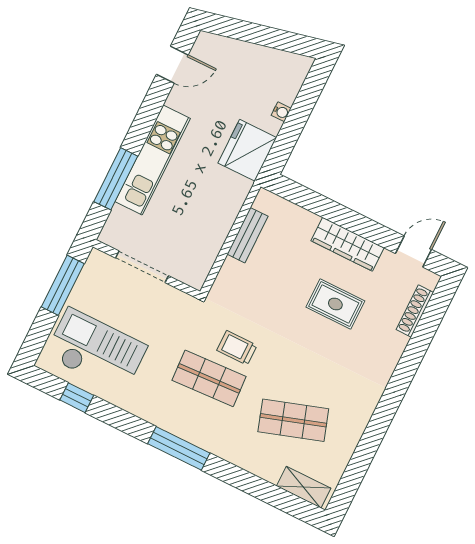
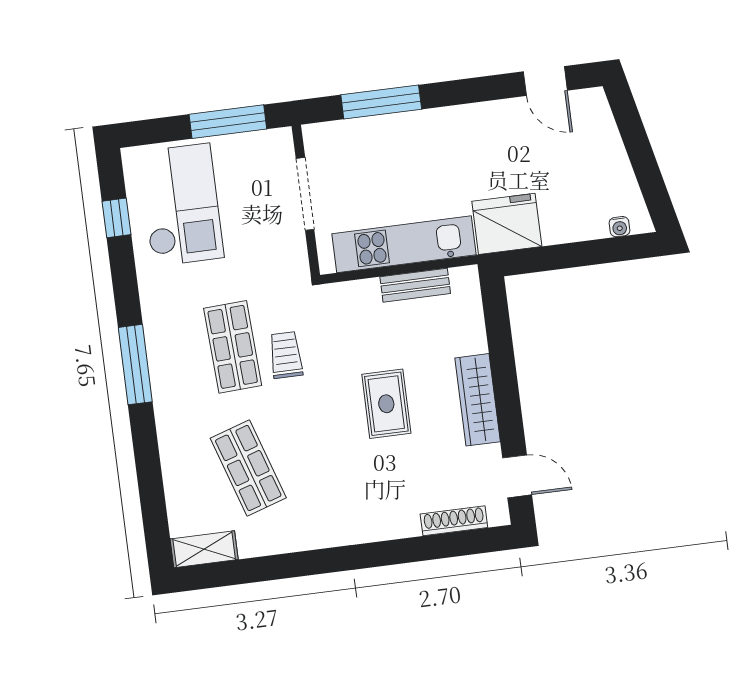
water cooler: (281, 112) -> (619, 227), moved
kitchen unit: (153, 160) -> (404, 244), moved, turned 180
rug: (335, 304) -> (386, 404), moved
shelving: (304, 487) -> (204, 549), moved, turned 90

